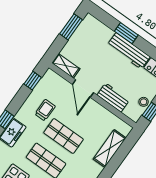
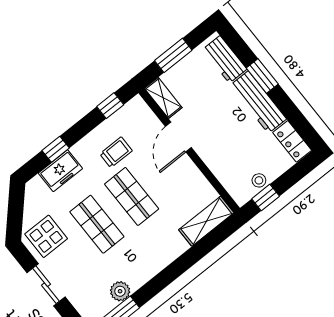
window: (71, 27) -> (173, 55), moved
workbench: (113, 98) -> (225, 59), moved, turned 180
shelving: (110, 148) -> (206, 221), moved

